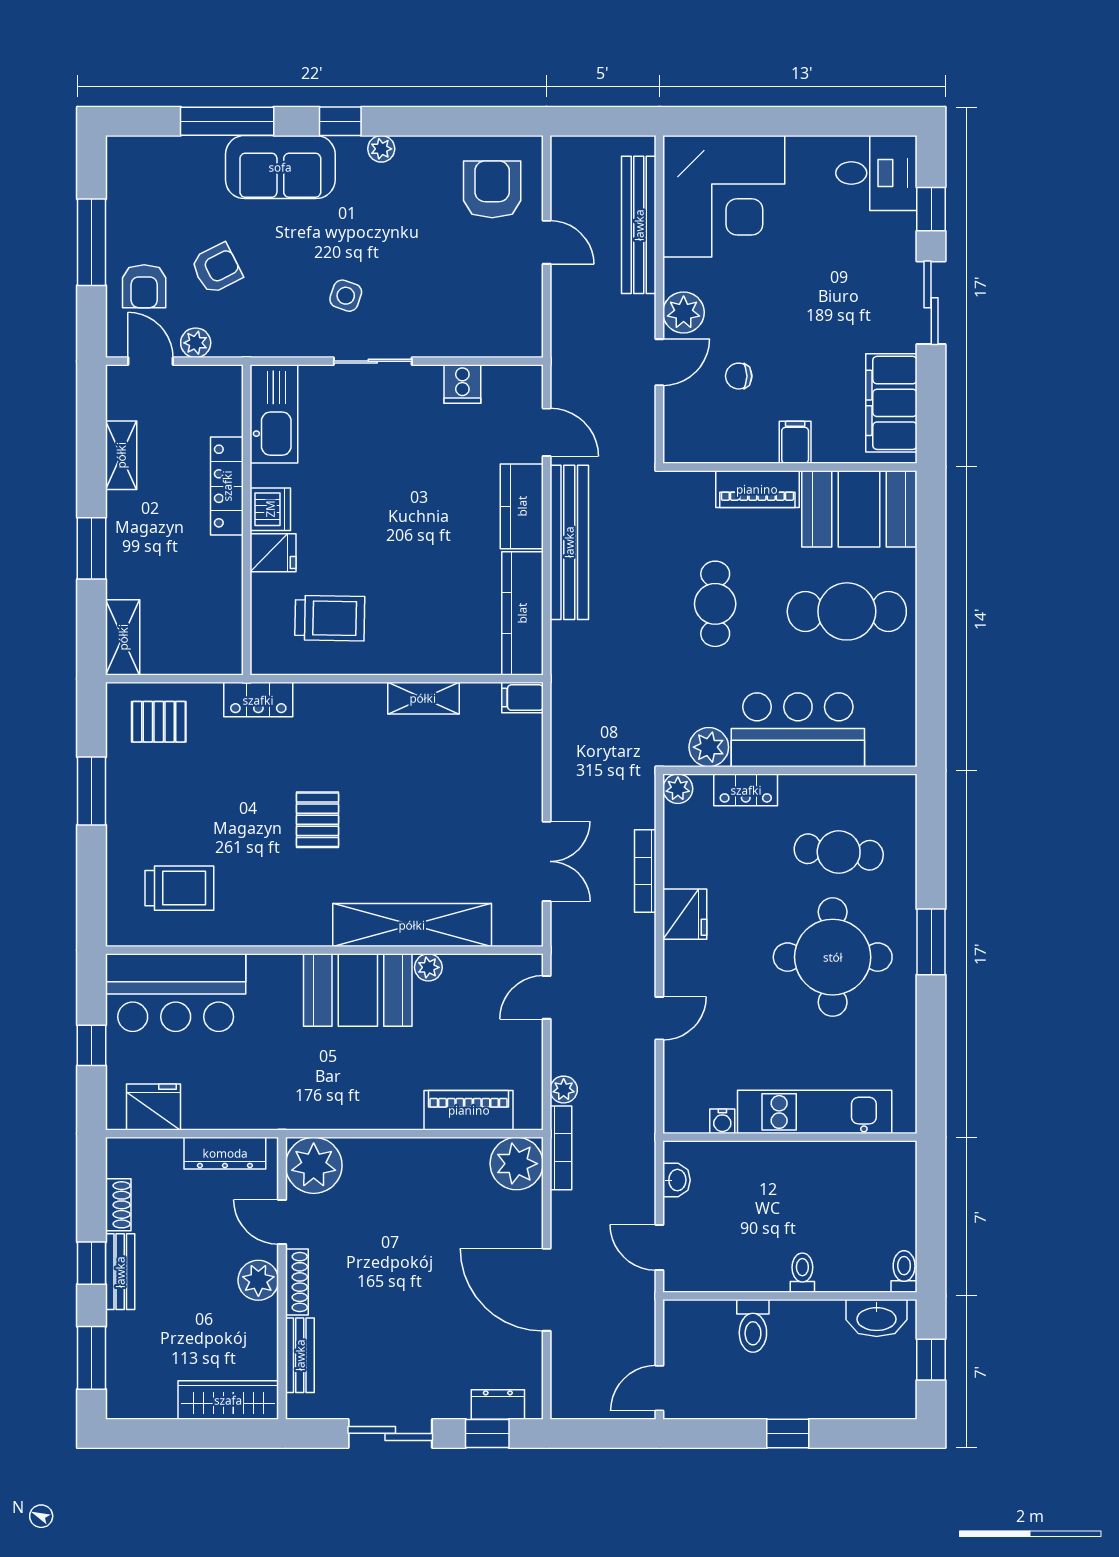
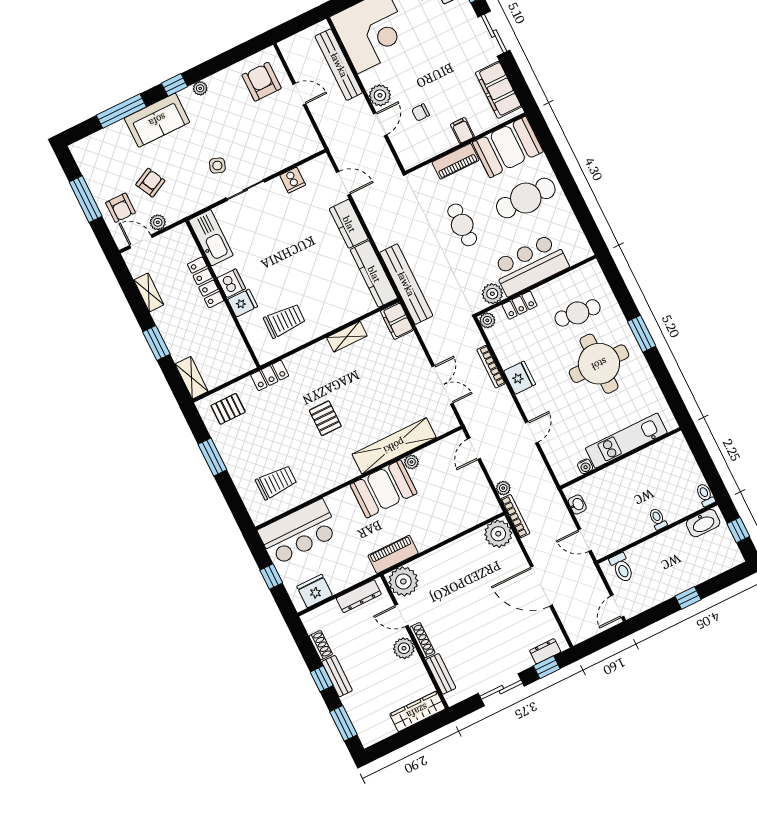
bench: (569, 542) -> (406, 284), moved
filing cabinet: (523, 698) -> (397, 321), width x2.00
piano: (469, 1110) -> (393, 554), moved
toilet: (753, 1326) -> (622, 568), moved

